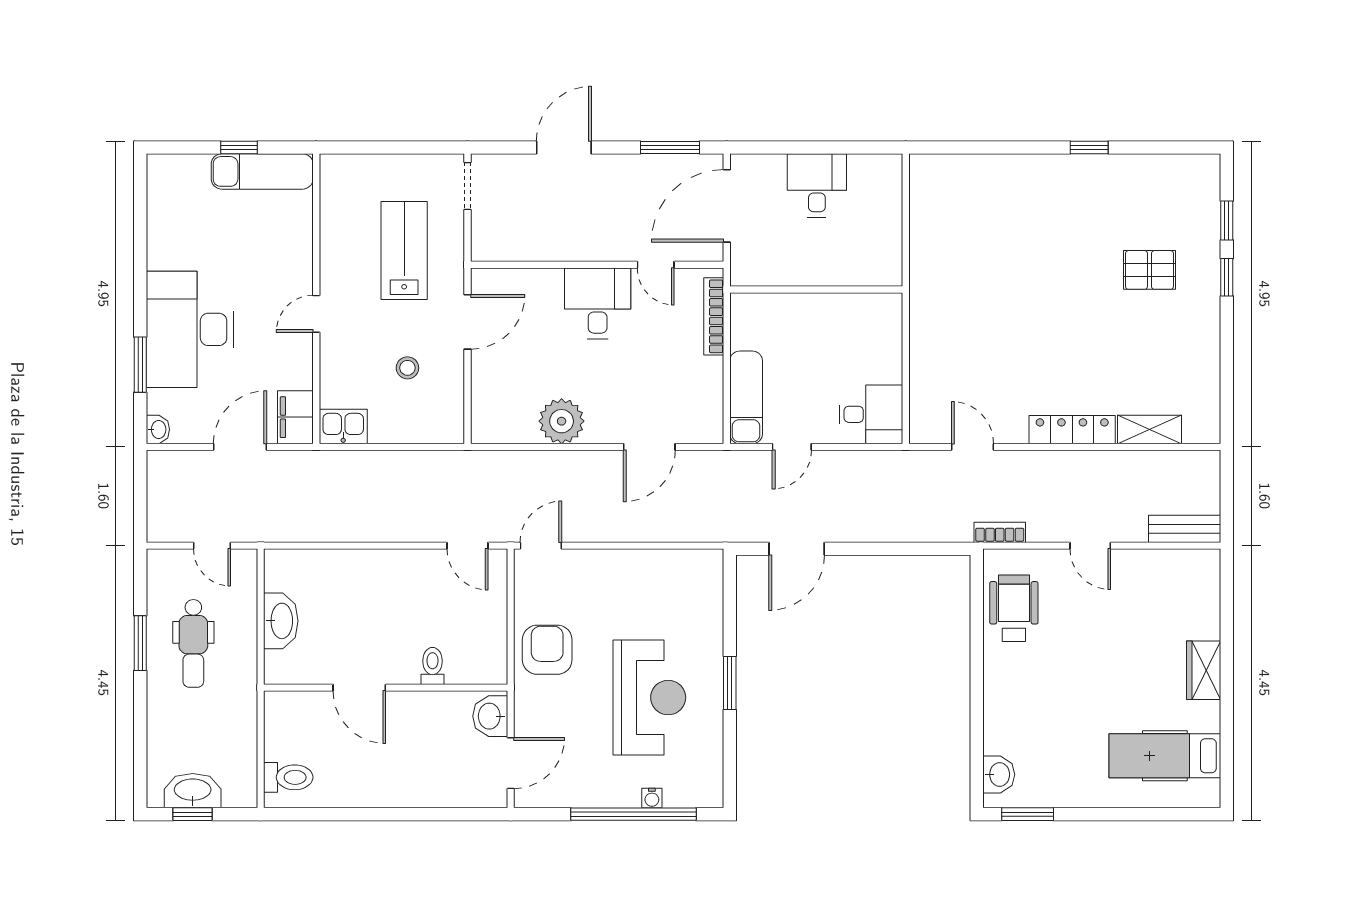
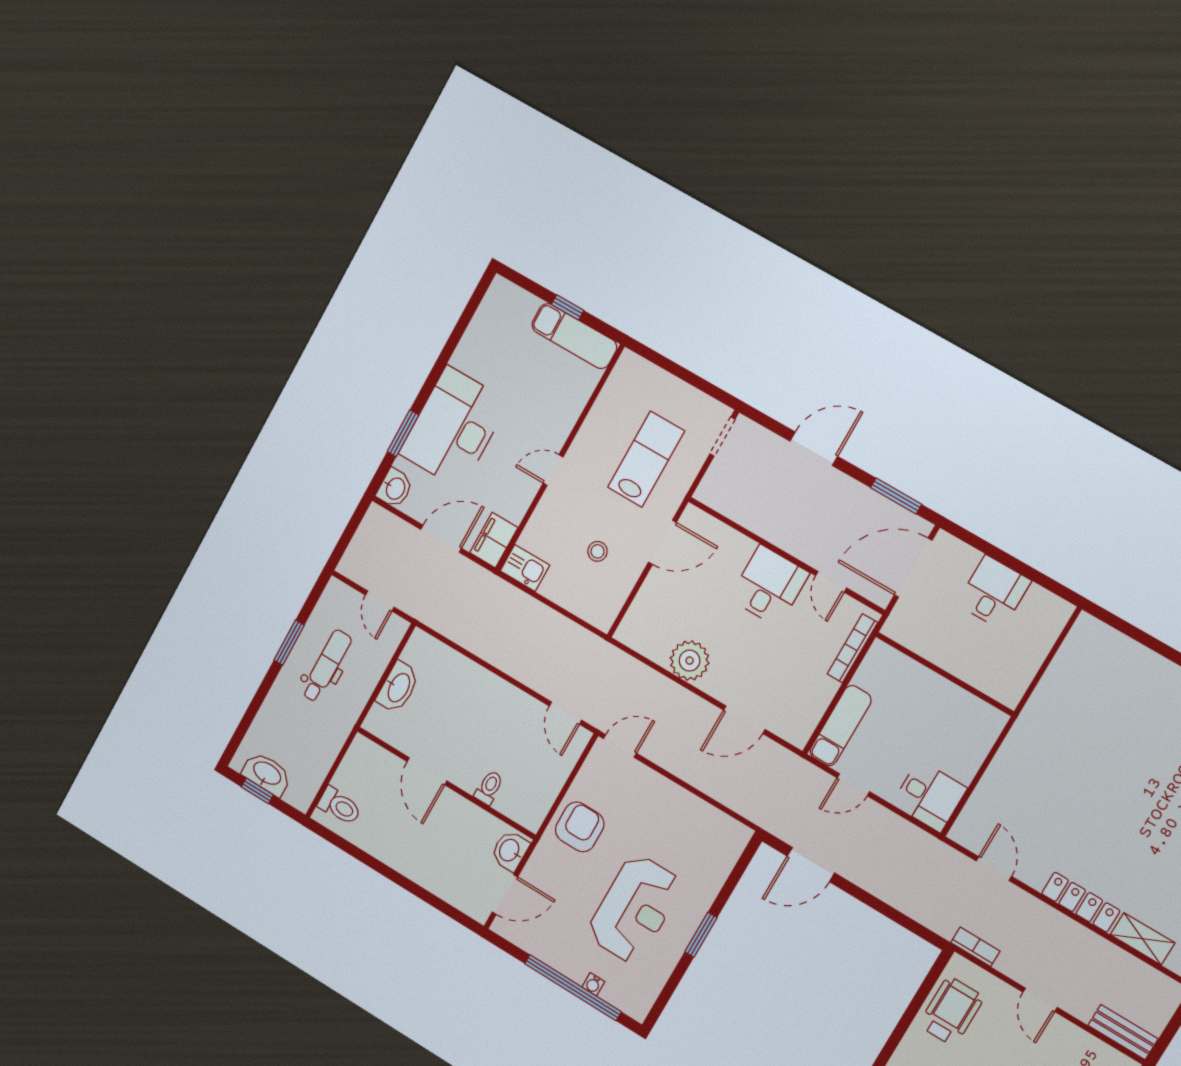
washbasin: (158, 429) -> (395, 488), width x1.38, depth x1.45
dental chair: (193, 643) -> (327, 666), turned 180

